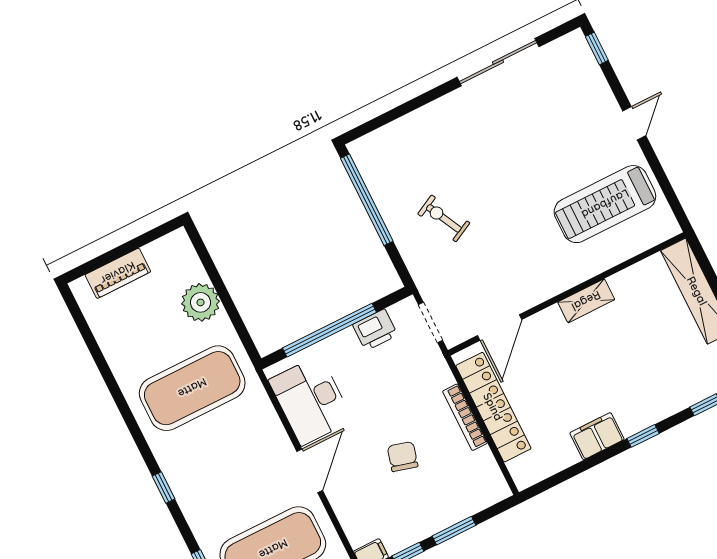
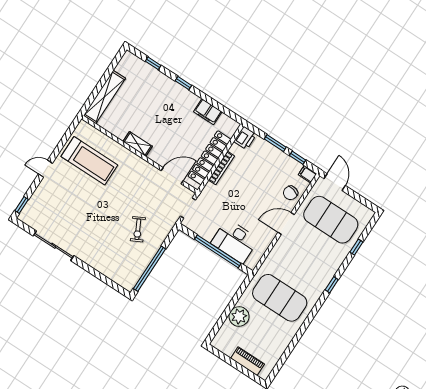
printer: (375, 330) -> (245, 138), moved, turned 90
desk: (311, 400) -> (235, 241), moved, turned 90
filing cabinet: (597, 436) -> (208, 112), moved
chair: (403, 457) -> (291, 193), moved

